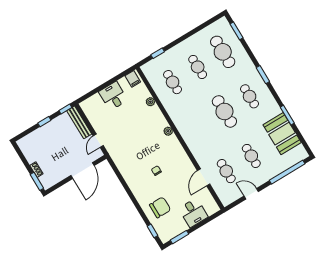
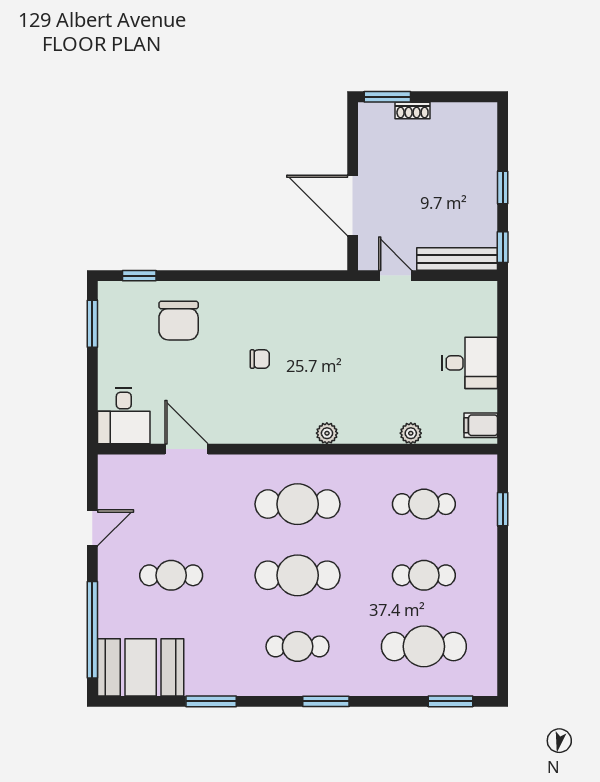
booth: (282, 134) -> (141, 667), moved
cafe table: (226, 171) -> (298, 504), moved, width x1.37, depth x1.35
desk: (193, 213) -> (124, 416), moved, turned -90

